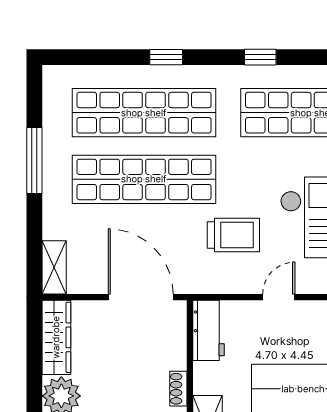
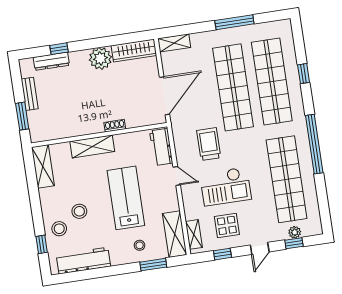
window: (166, 57) -> (304, 74), moved
window: (260, 57) -> (314, 144), width x3.17
trolley: (233, 235) -> (209, 144), turned 180
workbench: (209, 330) -> (161, 147), moved, turned 90

